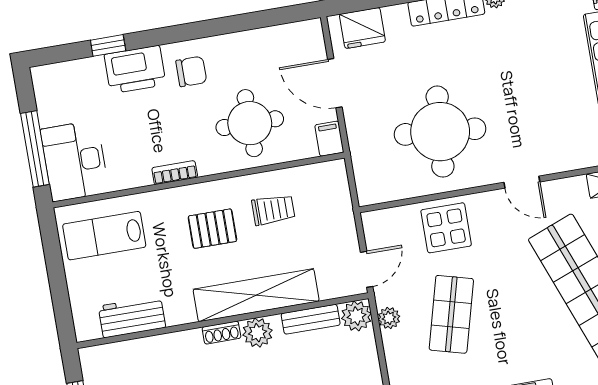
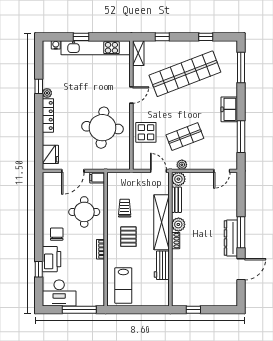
desk: (75, 161) -> (59, 293), moved
shop shelf: (451, 314) -> (185, 137), turned -36
workbench: (132, 317) -> (162, 265), moved

